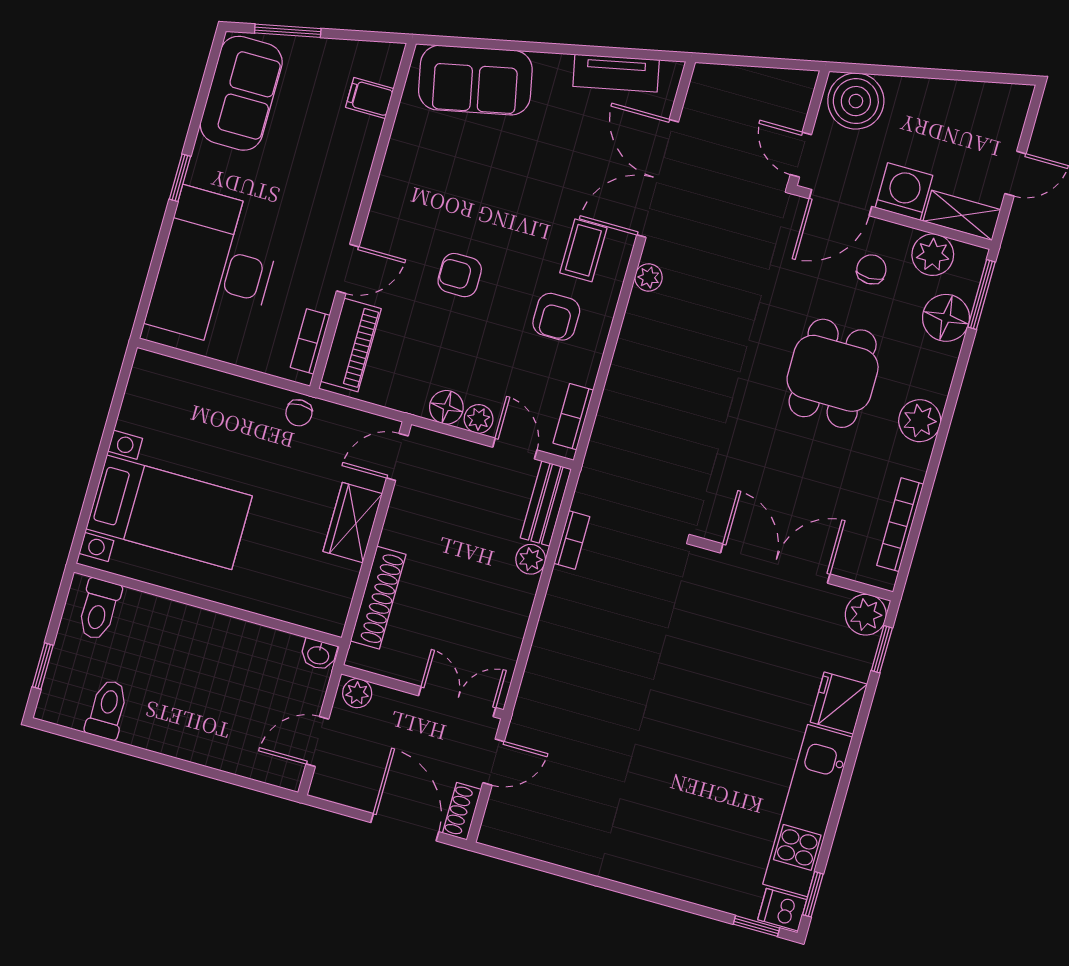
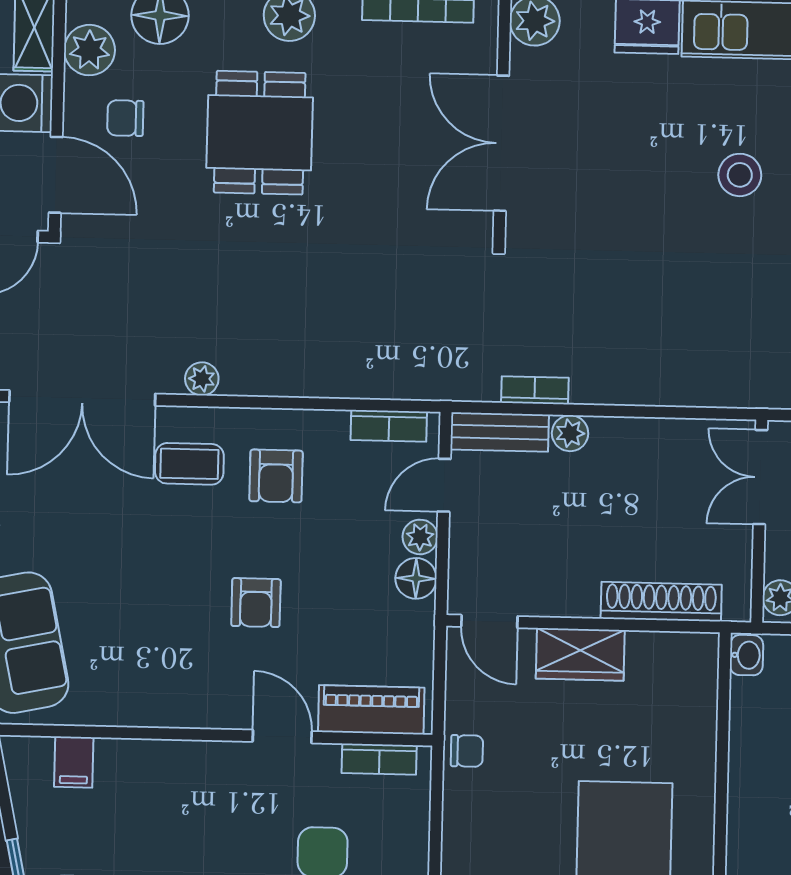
armchair: (556, 317) -> (276, 476), turned 90
dining table: (833, 373) -> (260, 133), turned 90
stool: (702, 747) -> (740, 175), added

